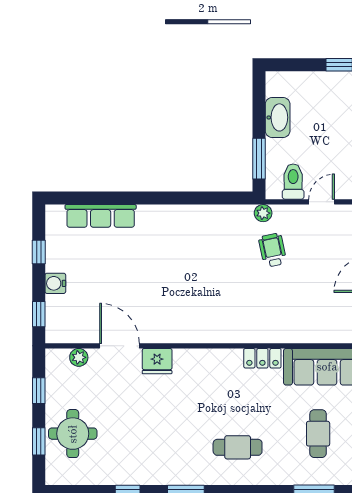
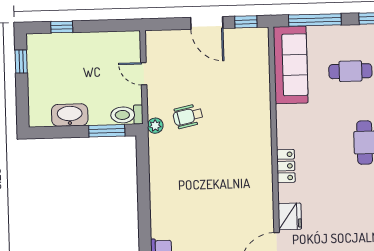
toilet: (293, 182) -> (127, 115), moved
locker: (262, 358) -> (286, 166), moved

